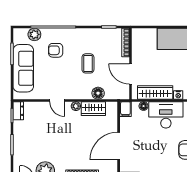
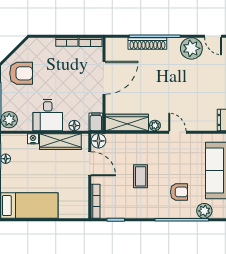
floor lamp: (98, 93) -> (98, 141), moved
wardrobe: (93, 109) -> (127, 122), width x1.50
desk: (166, 115) -> (48, 115), width x0.73

